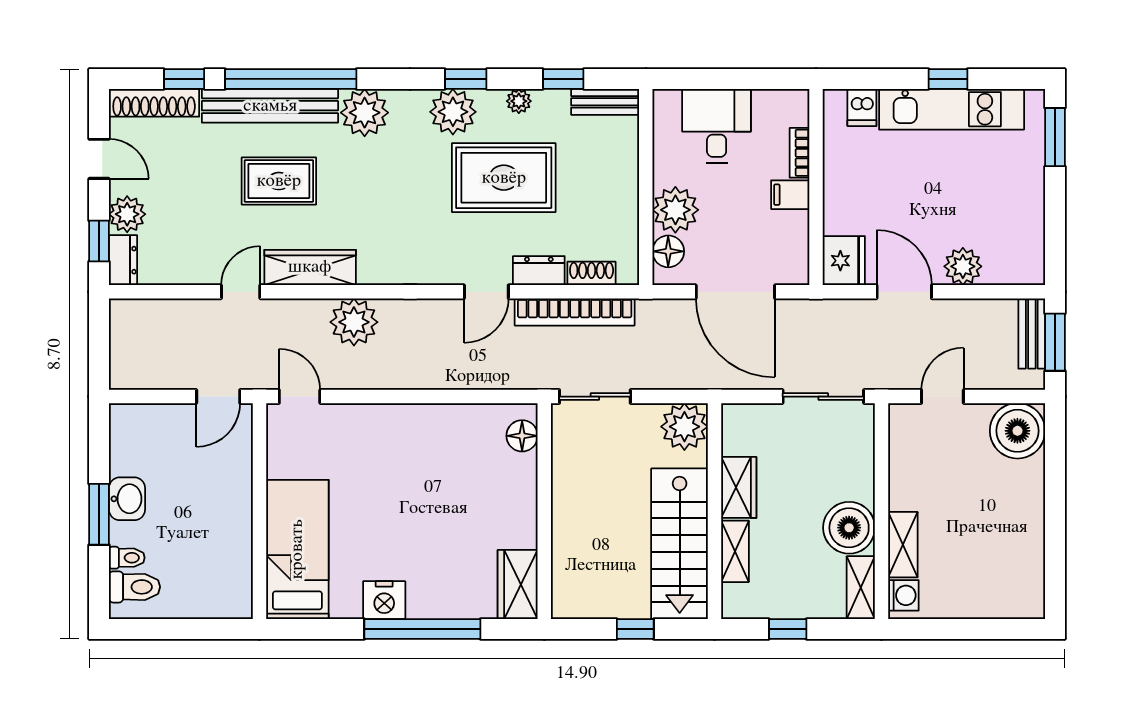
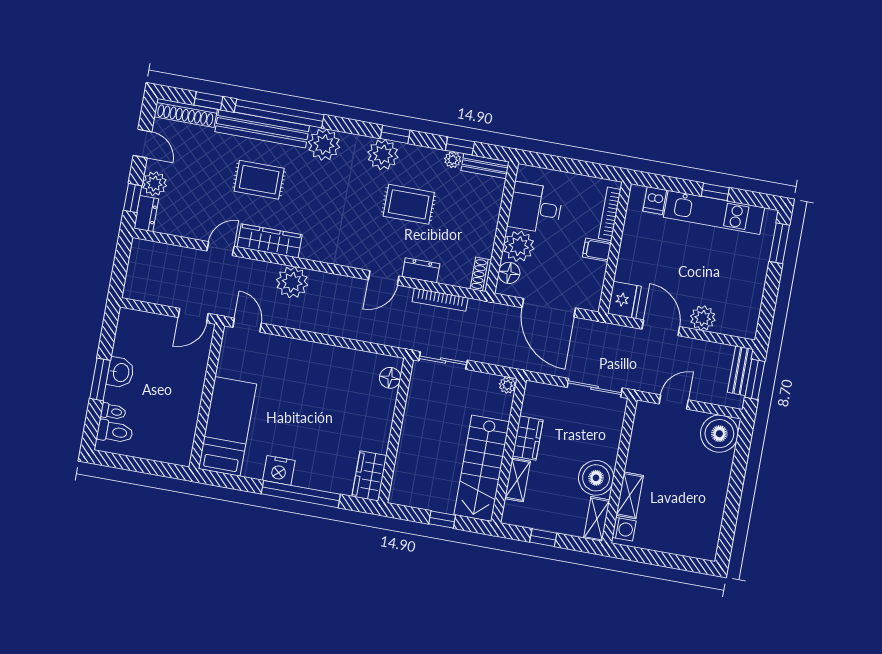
plant: (519, 101) -> (453, 160), moved
desk: (717, 126) -> (535, 208), moved, turned -90
bookcase: (800, 153) -> (610, 214), width x1.56
rug: (504, 178) -> (409, 204), width x0.73, depth x0.70
shoe rack: (592, 273) -> (481, 274), moved, turned -90
bookcase: (575, 312) -> (440, 300), width x0.68, depth x0.76
plant: (684, 427) -> (507, 385), width x0.53, depth x0.53

